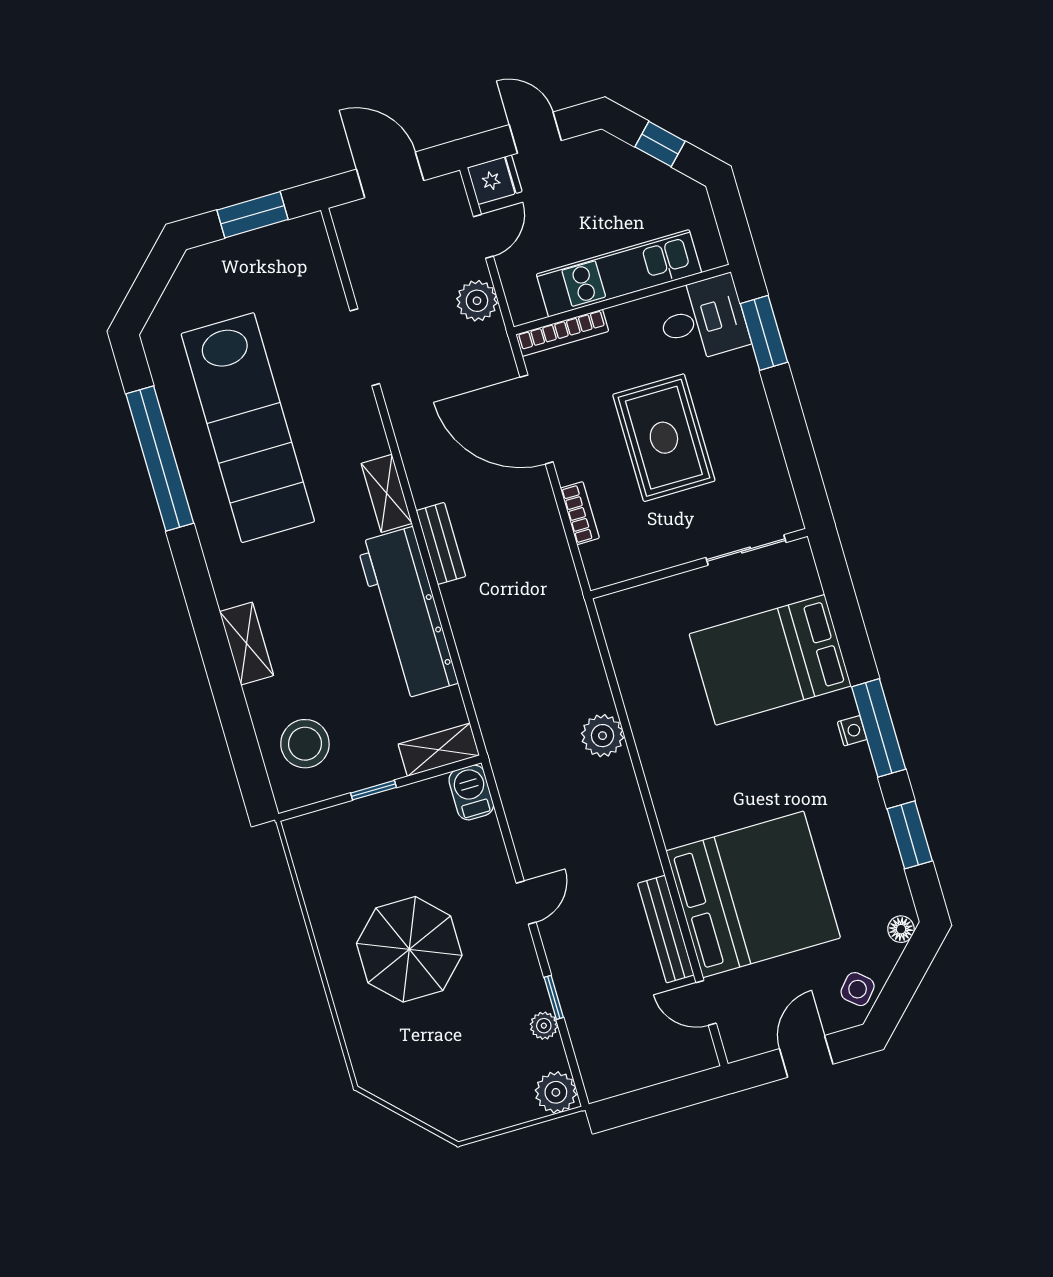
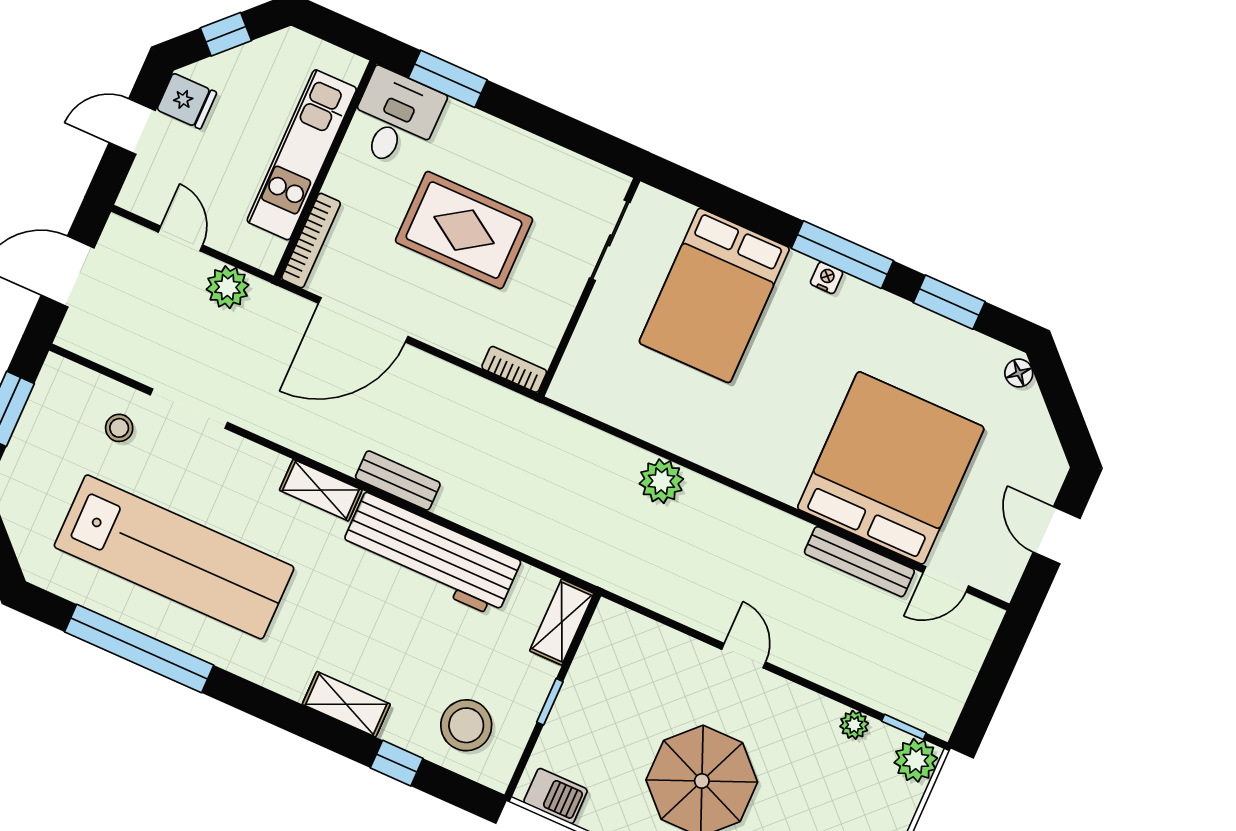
fridge: (495, 180) -> (187, 101), moved, turned 90
stool: (308, 308) -> (119, 428), added
bookcase: (580, 513) -> (514, 369), moved
window: (235, 716) -> (397, 763), added
barbecue: (471, 792) -> (556, 796), moved, turned 180
side table: (858, 989) -> (1037, 448), removed
window: (554, 997) -> (904, 727), moved

